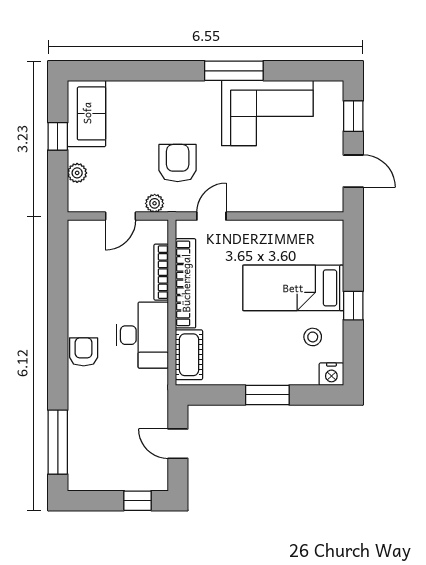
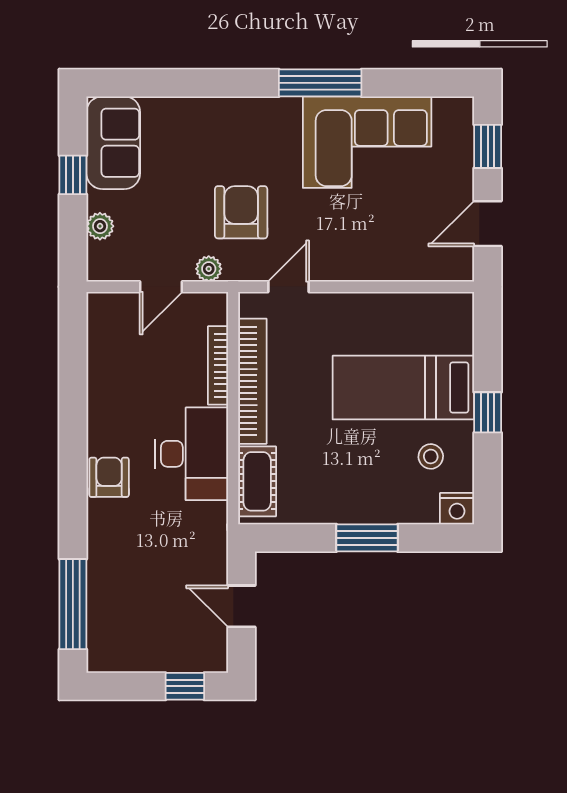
door: (353, 171) -> (488, 224), swing flipped

